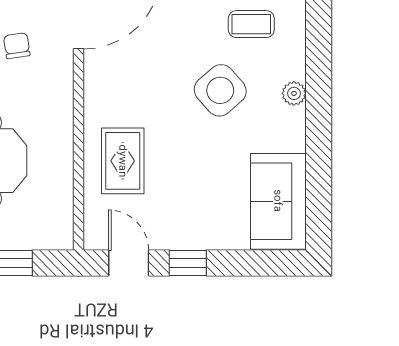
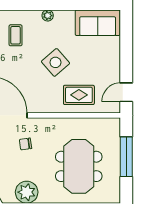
side table: (220, 90) -> (55, 62), moved
window: (188, 263) -> (126, 65), removed

